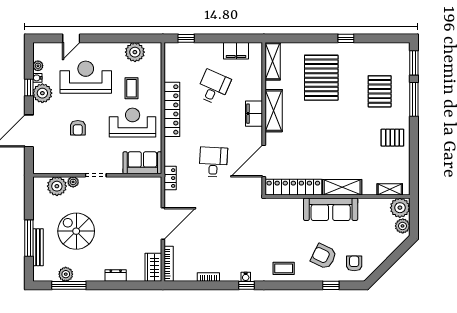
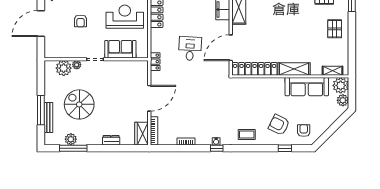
pallet: (392, 138) -> (335, 29), turned 90
sofa: (142, 163) -> (120, 49), moved
sofa: (331, 209) -> (307, 87), moved

